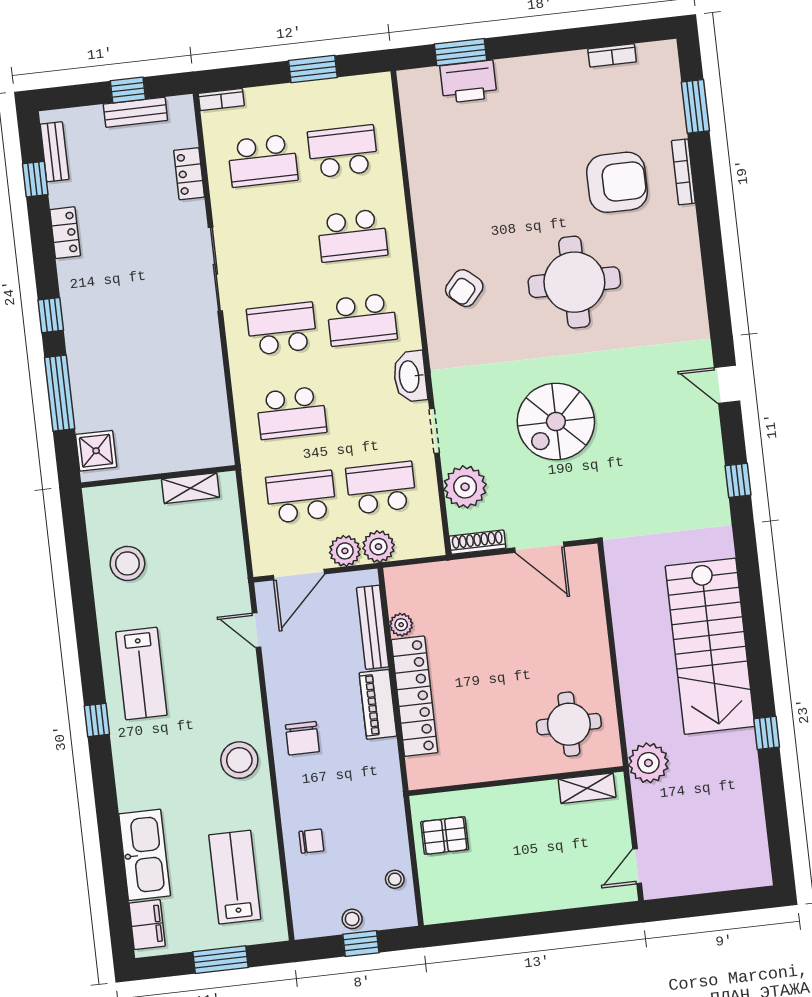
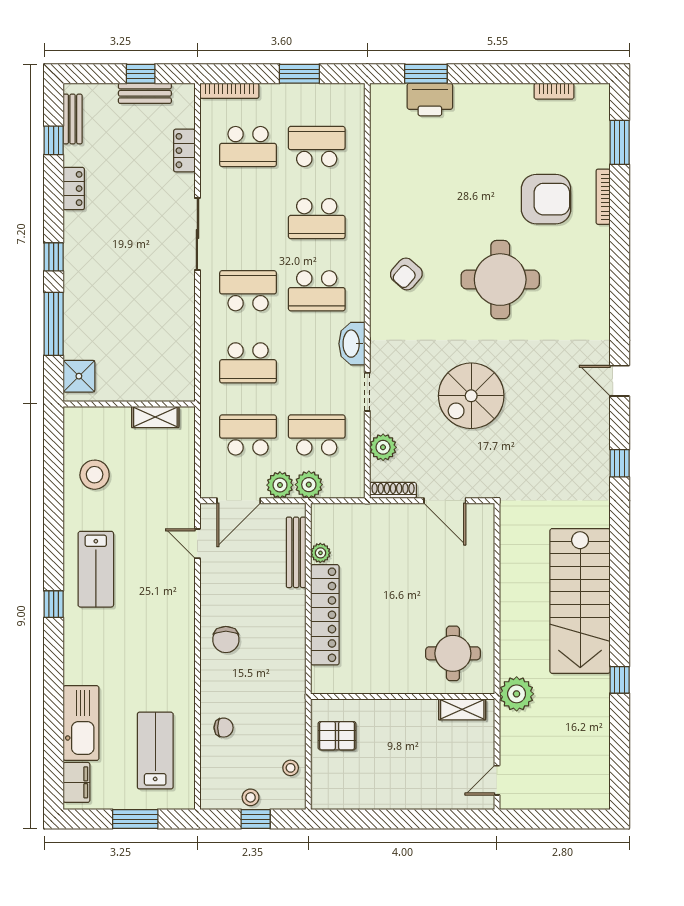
bookcase: (221, 100) -> (229, 91), width x1.56
plant: (465, 487) -> (383, 447), width x0.73, depth x0.73
piano: (378, 704) -> (293, 618), removed
stool: (239, 760) -> (170, 652), removed

